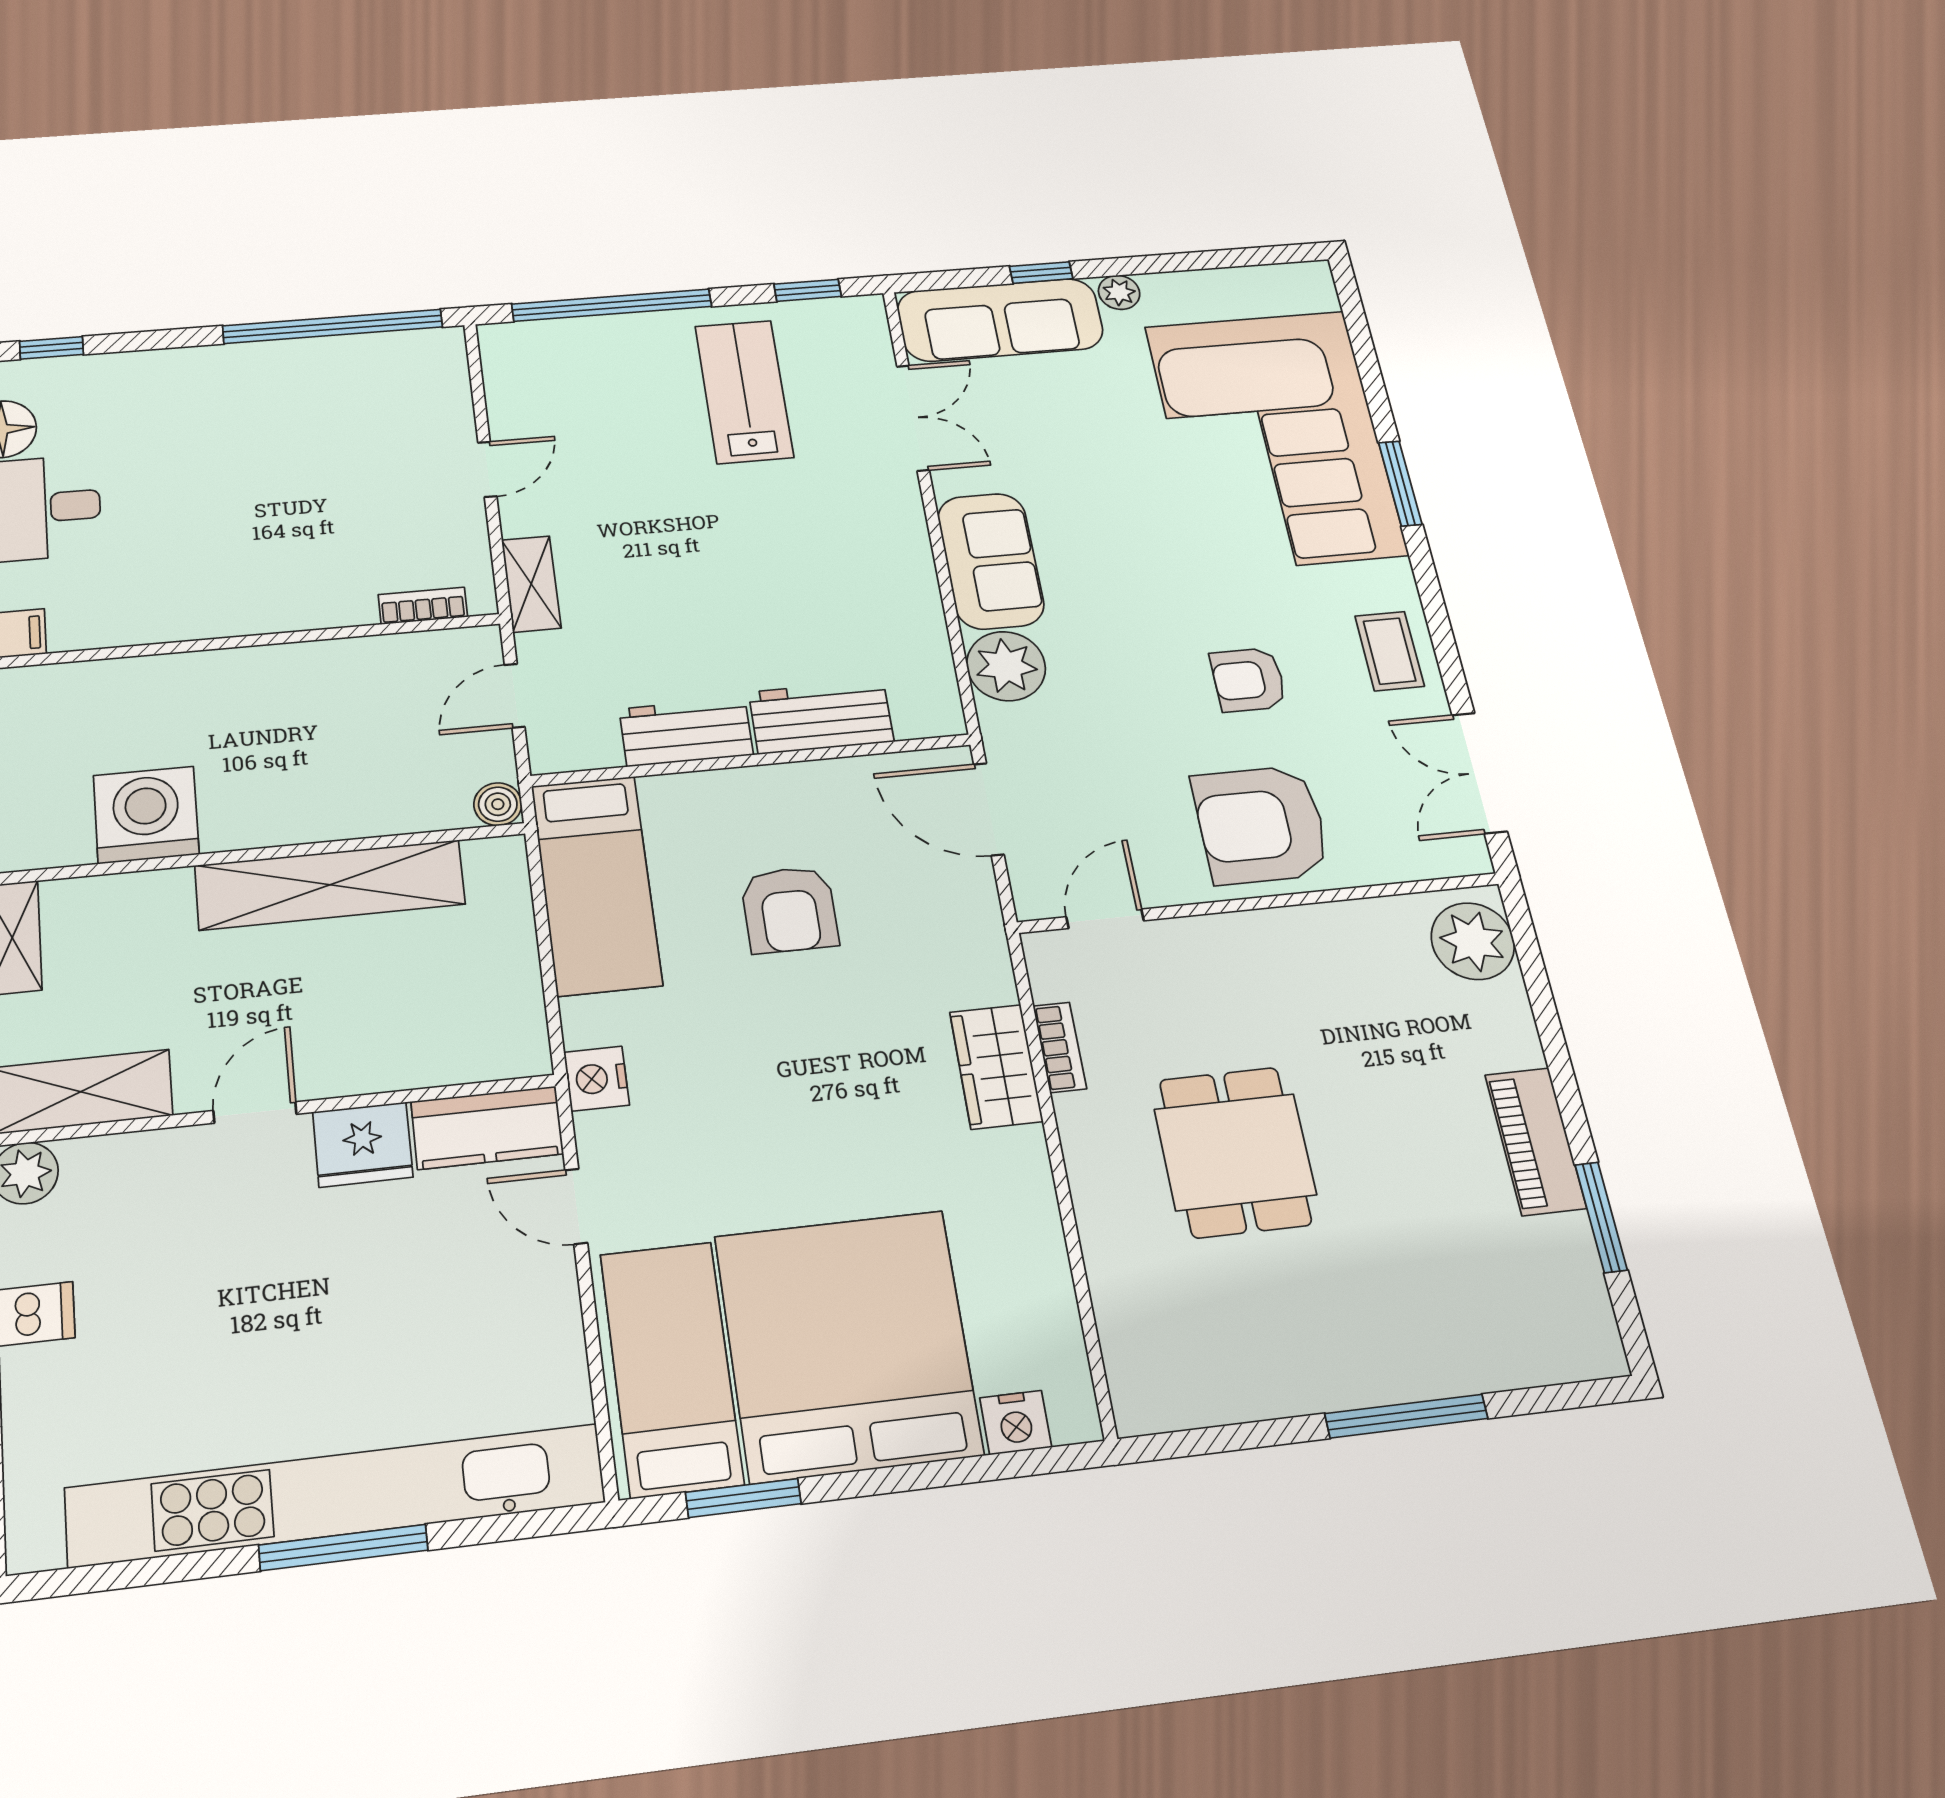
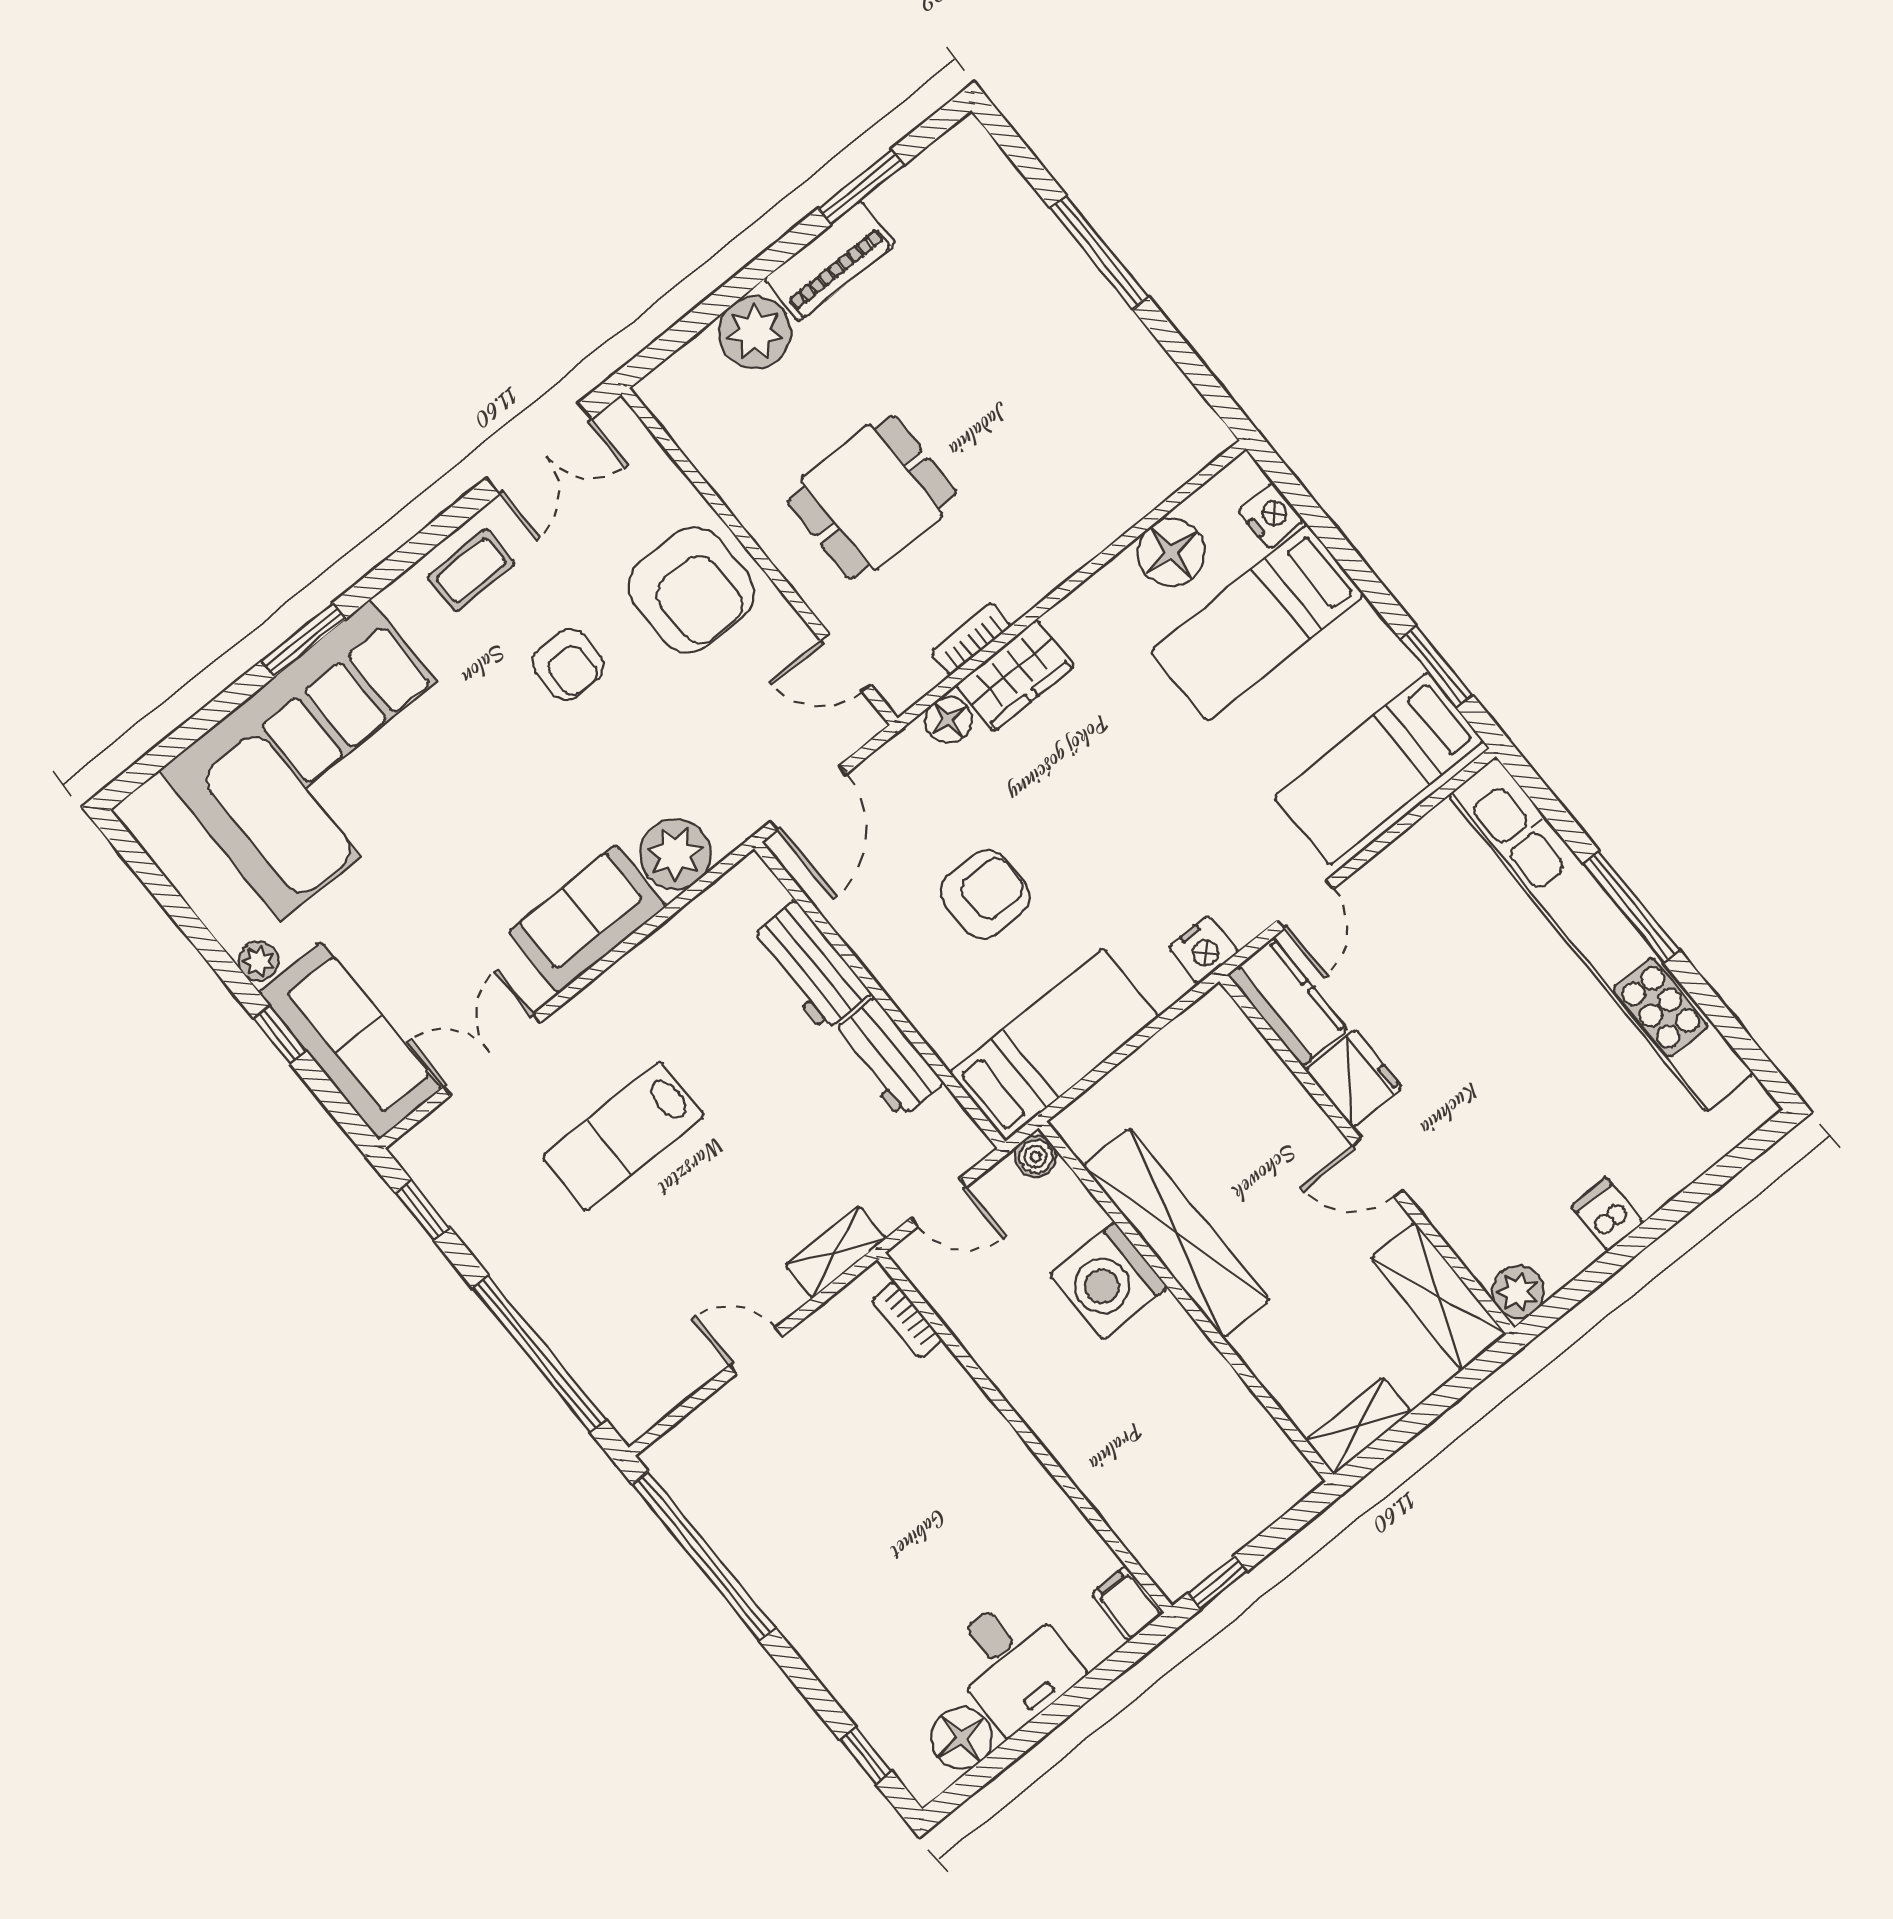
lab bench: (744, 392) -> (623, 1136), moved
washing machine: (146, 815) -> (1109, 1281), moved
plant: (1473, 941) -> (755, 332), moved
floor lamp: (989, 978) -> (949, 720), added
dining table: (1235, 1152) -> (872, 497), moved
floor lamp: (1035, 1295) -> (1171, 552), added
bed: (848, 1345) -> (1257, 623), width x0.49

